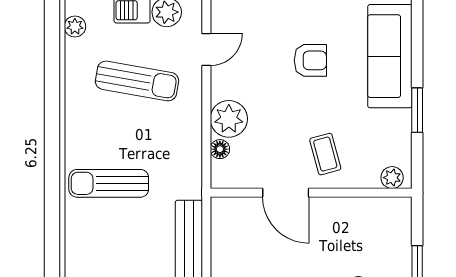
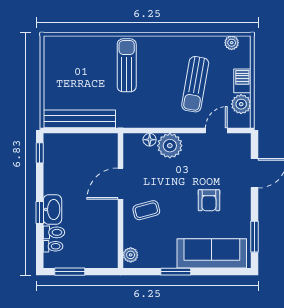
door: (206, 49) -> (216, 131), swing flipped

